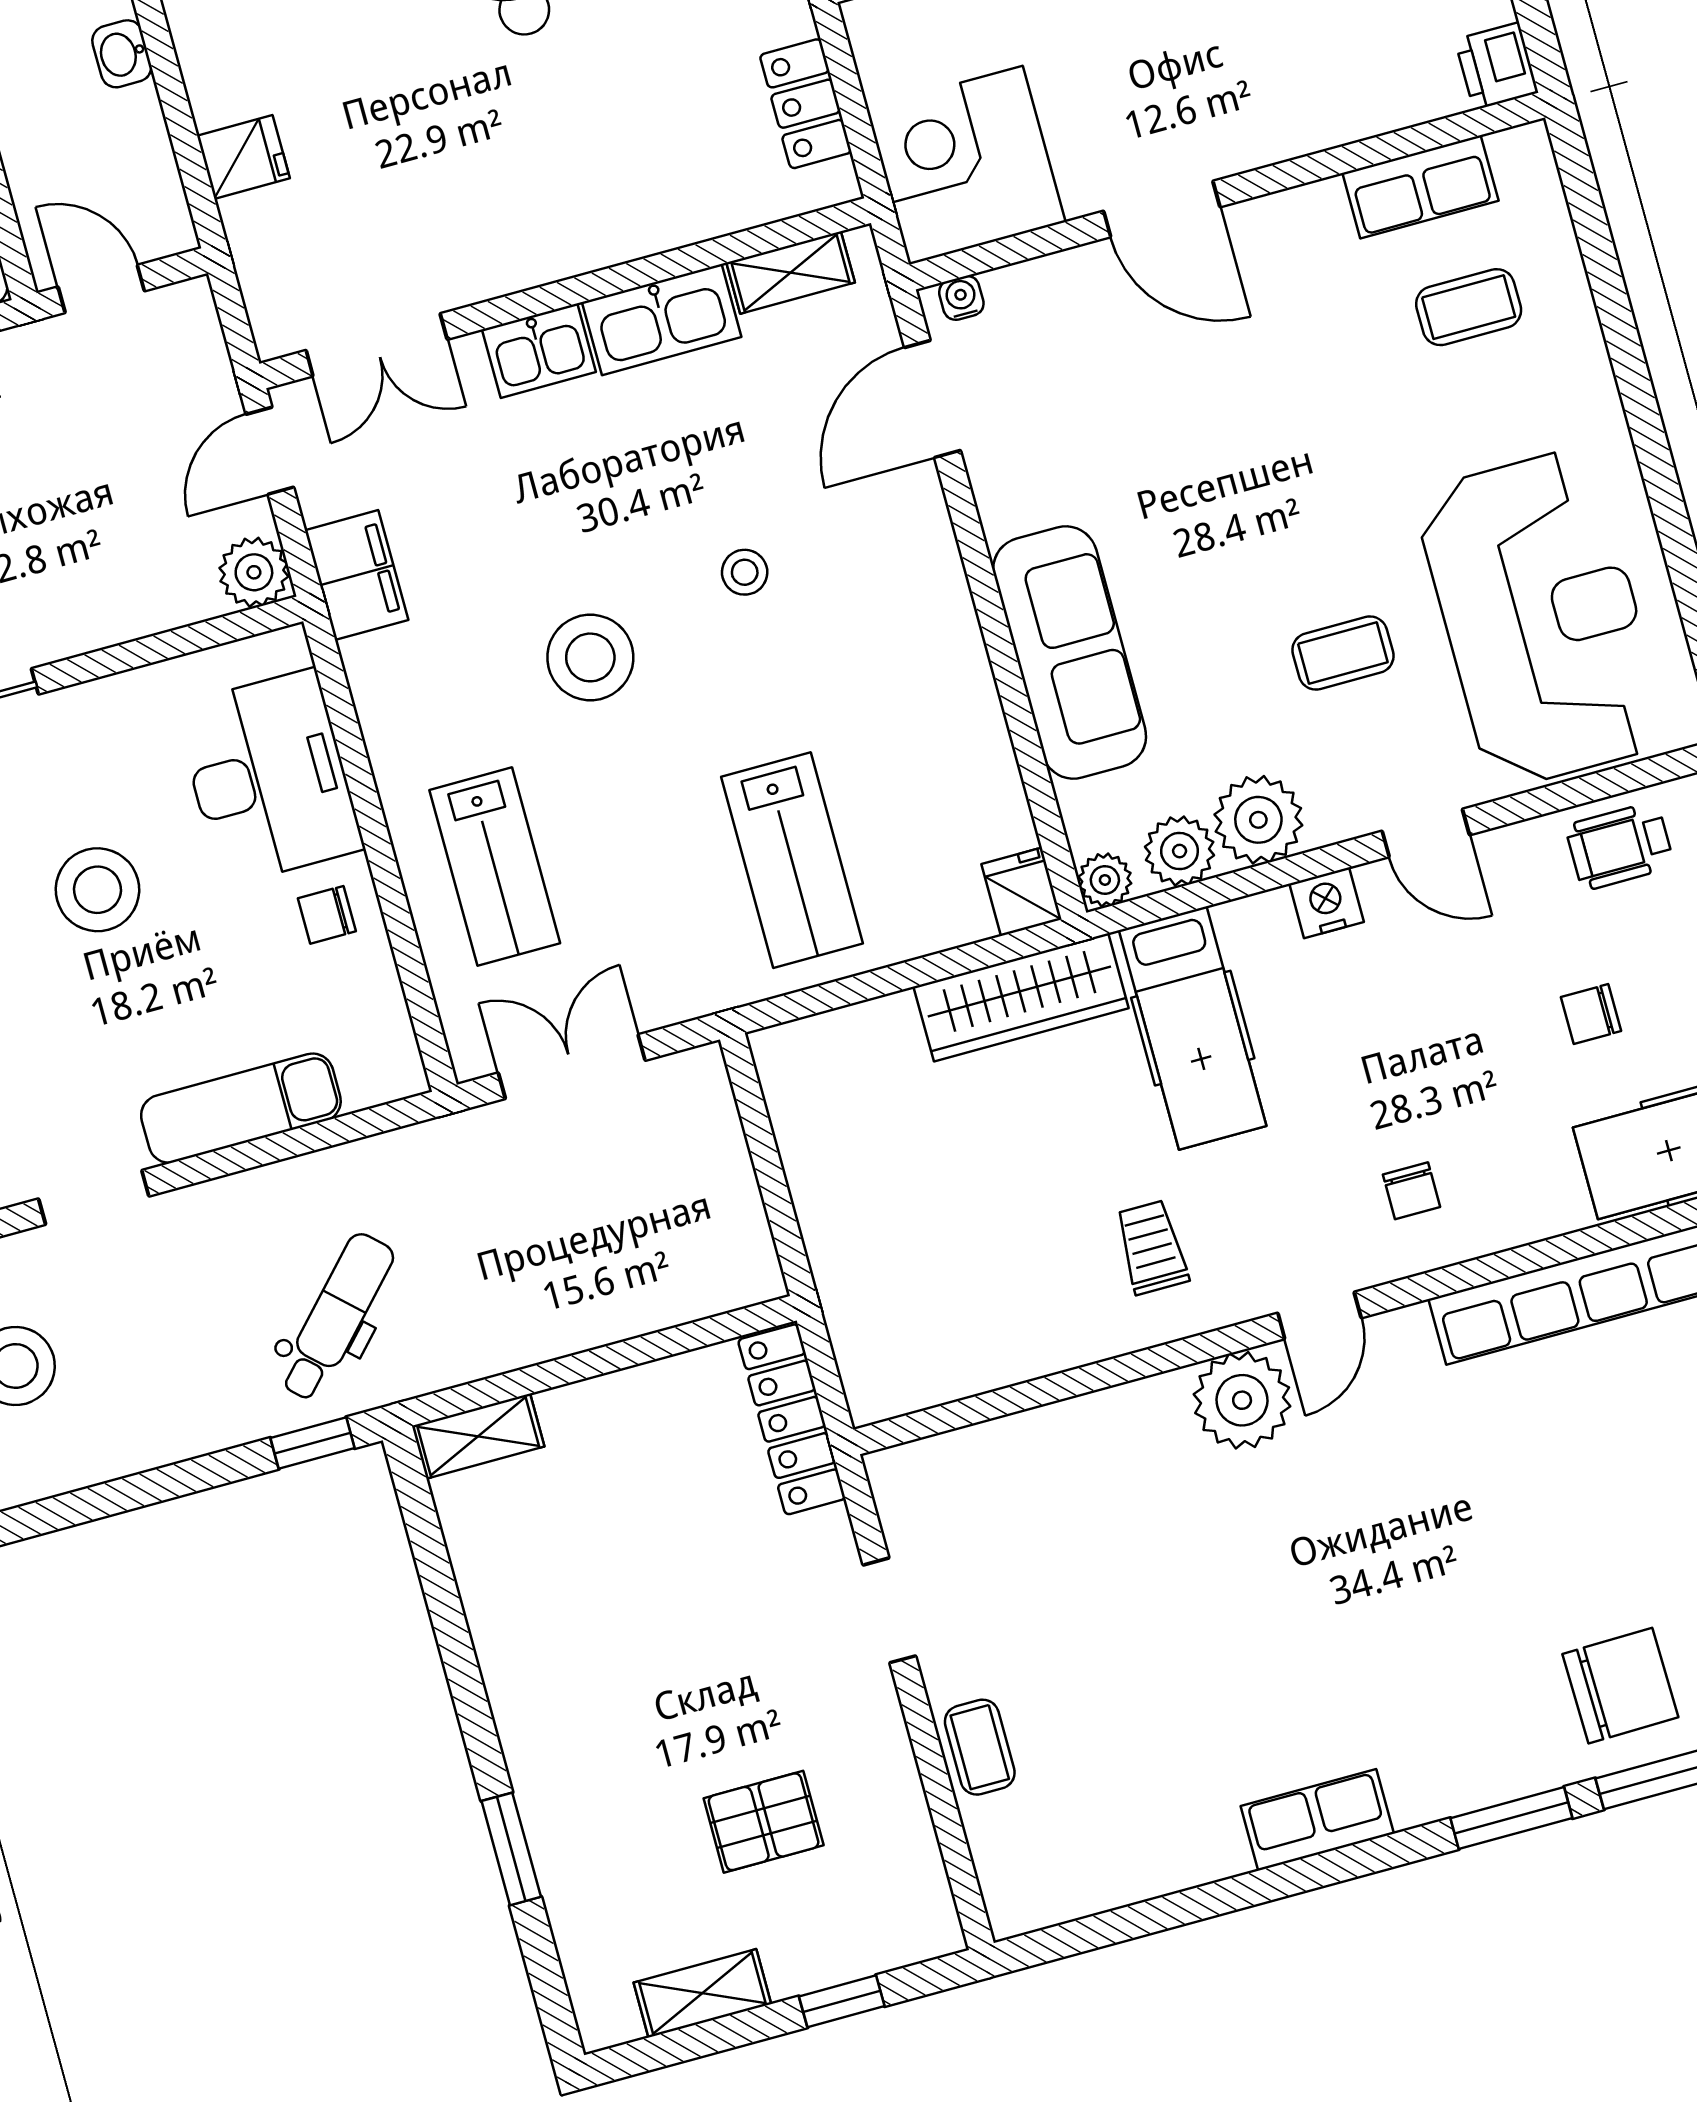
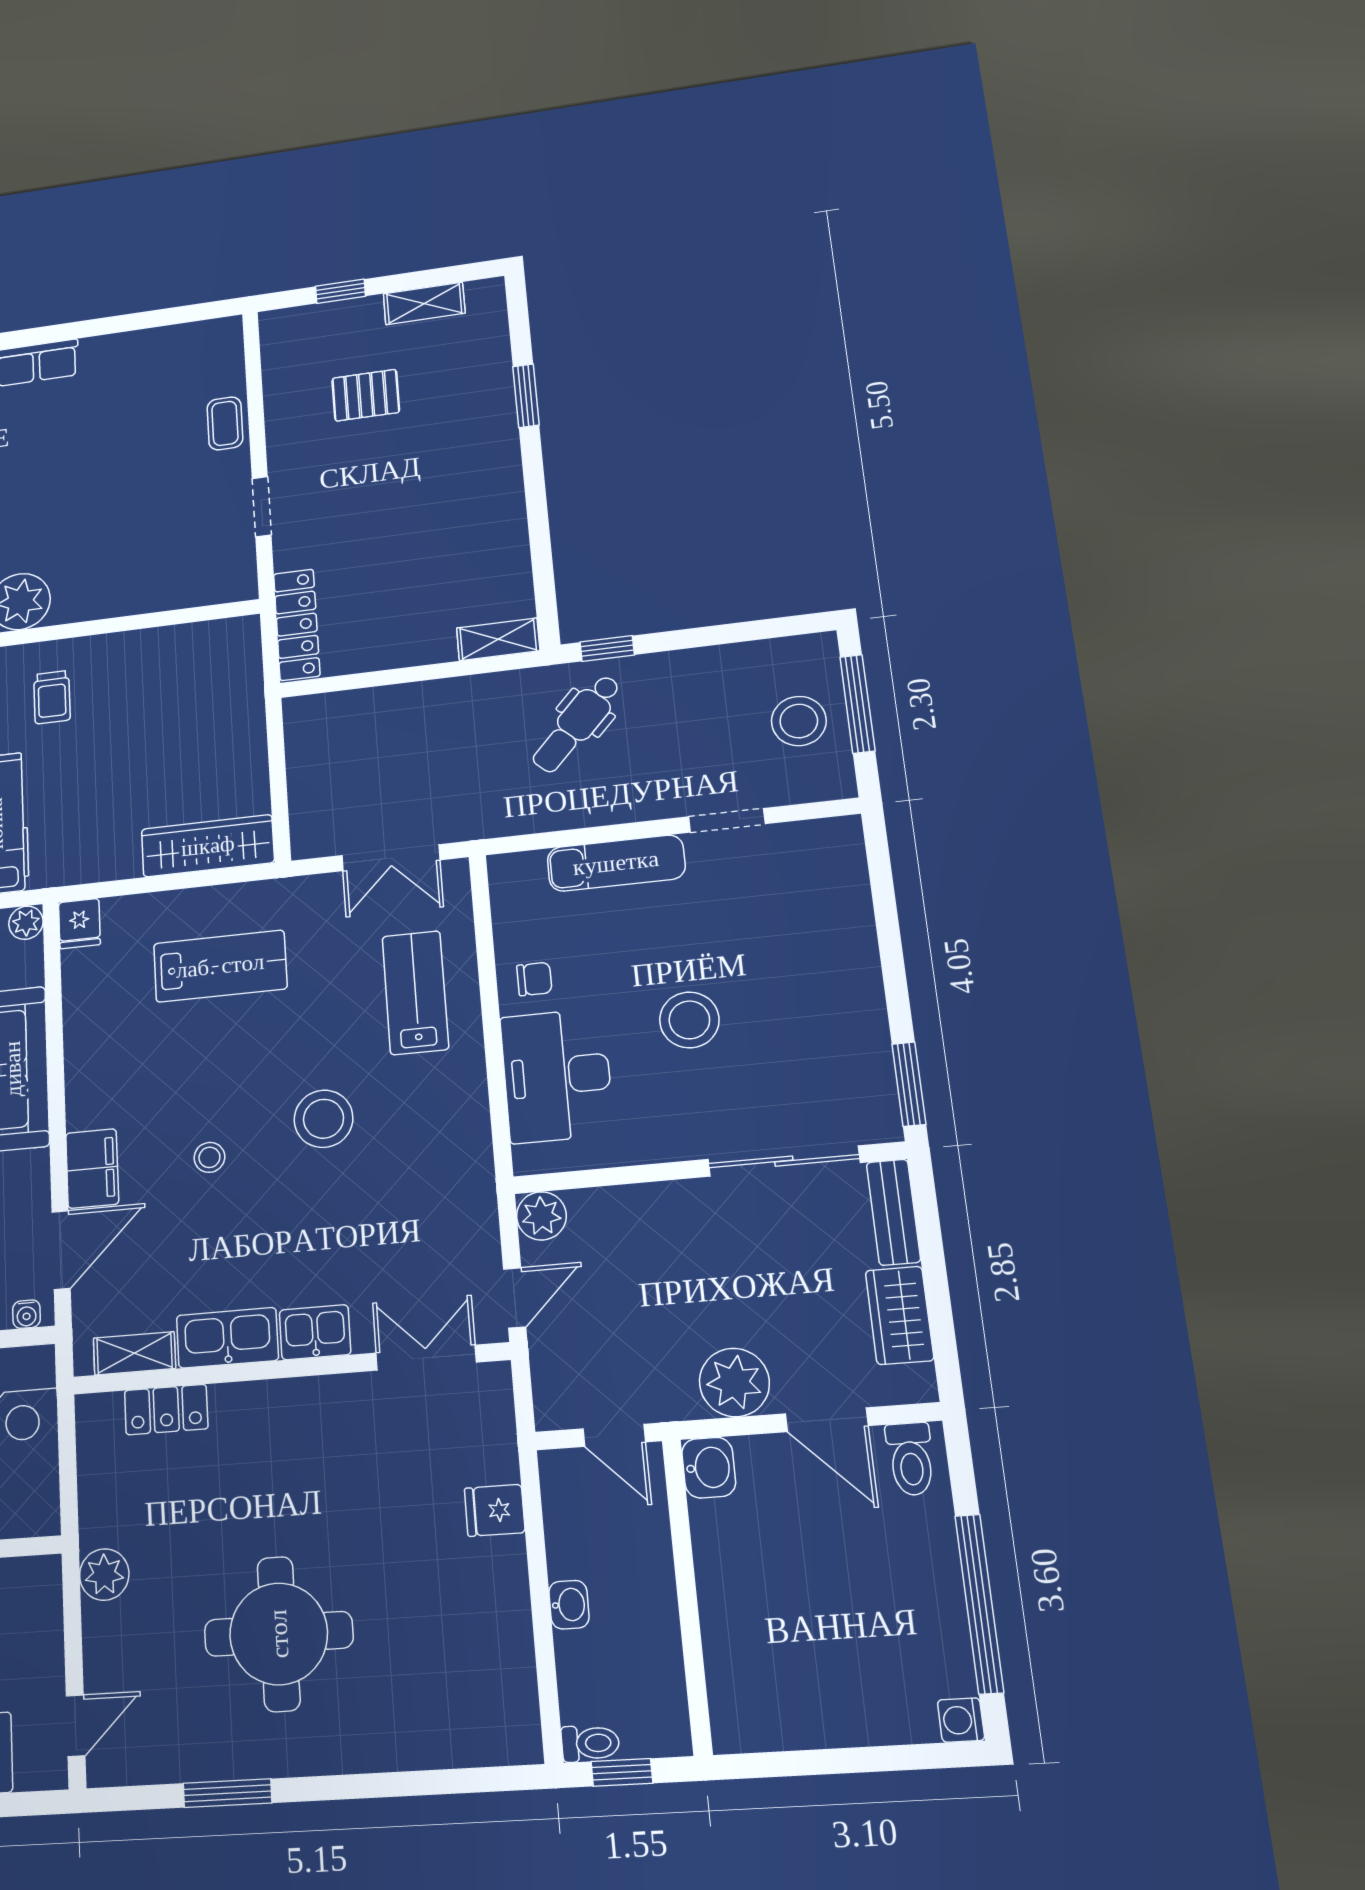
locker: (806, 104) -> (166, 1410), moved, turned 90
filing cabinet: (357, 575) -> (92, 1168), moved, turned 180
lab bench: (792, 860) -> (220, 966), turned 90
wardrobe: (1021, 997) -> (208, 846), moved

